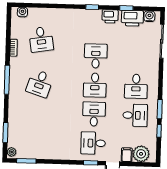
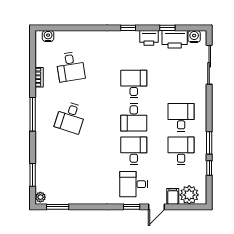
desk: (136, 86) -> (181, 117), turned 180
desk: (135, 115) -> (181, 151), turned -90

